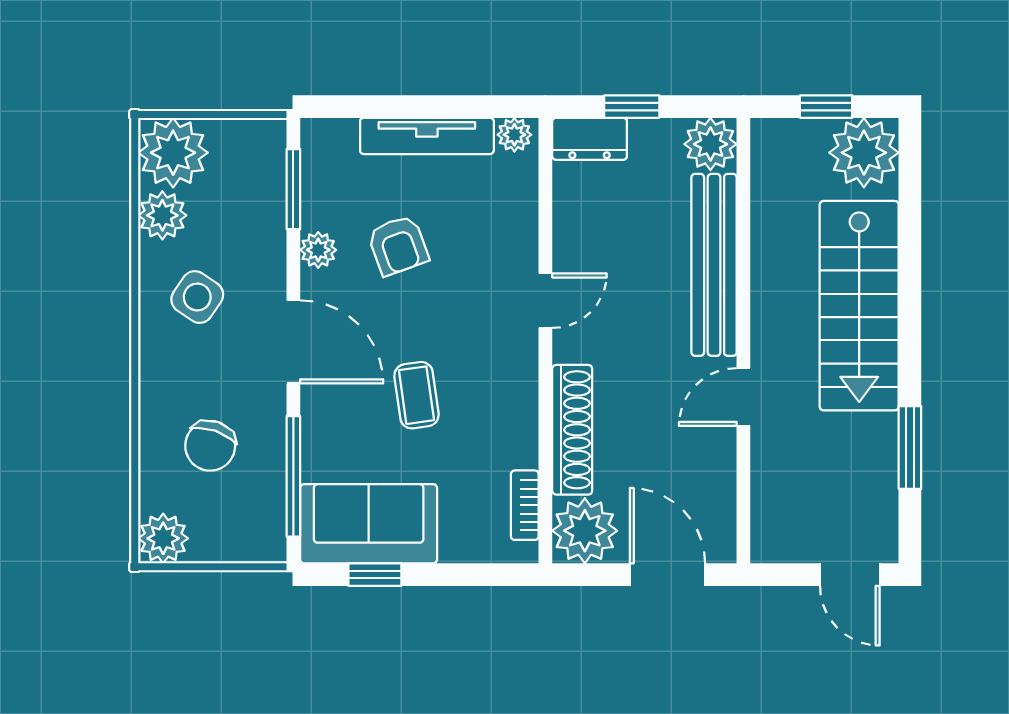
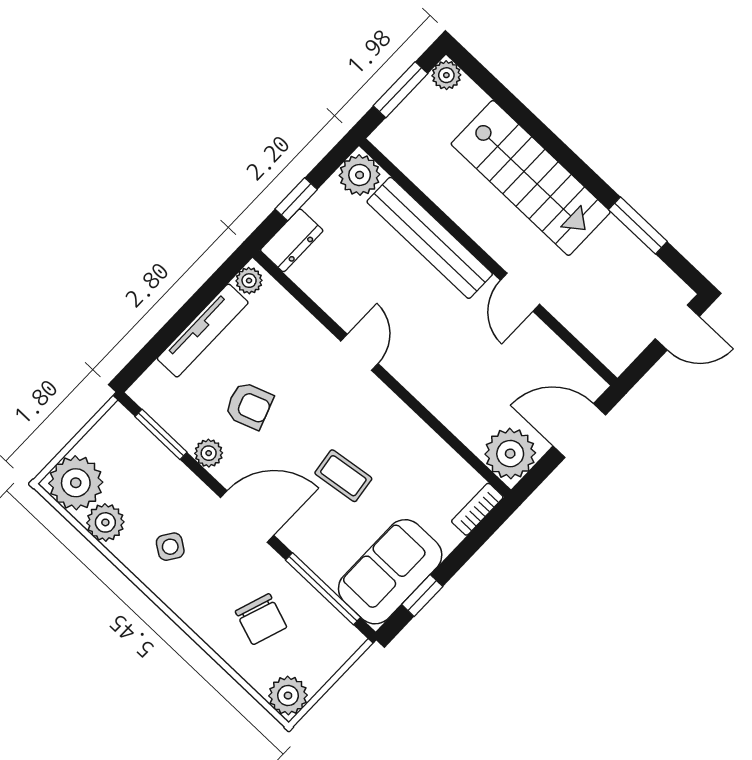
window: (826, 107) -> (401, 90), width x1.50
plant: (864, 153) -> (446, 75), width x0.53, depth x0.53
side table: (197, 297) -> (170, 547), width x0.73, depth x0.73
shoe rack: (572, 430) -> (446, 406), removed
bookcase: (525, 505) -> (477, 509), moved, turned 90

